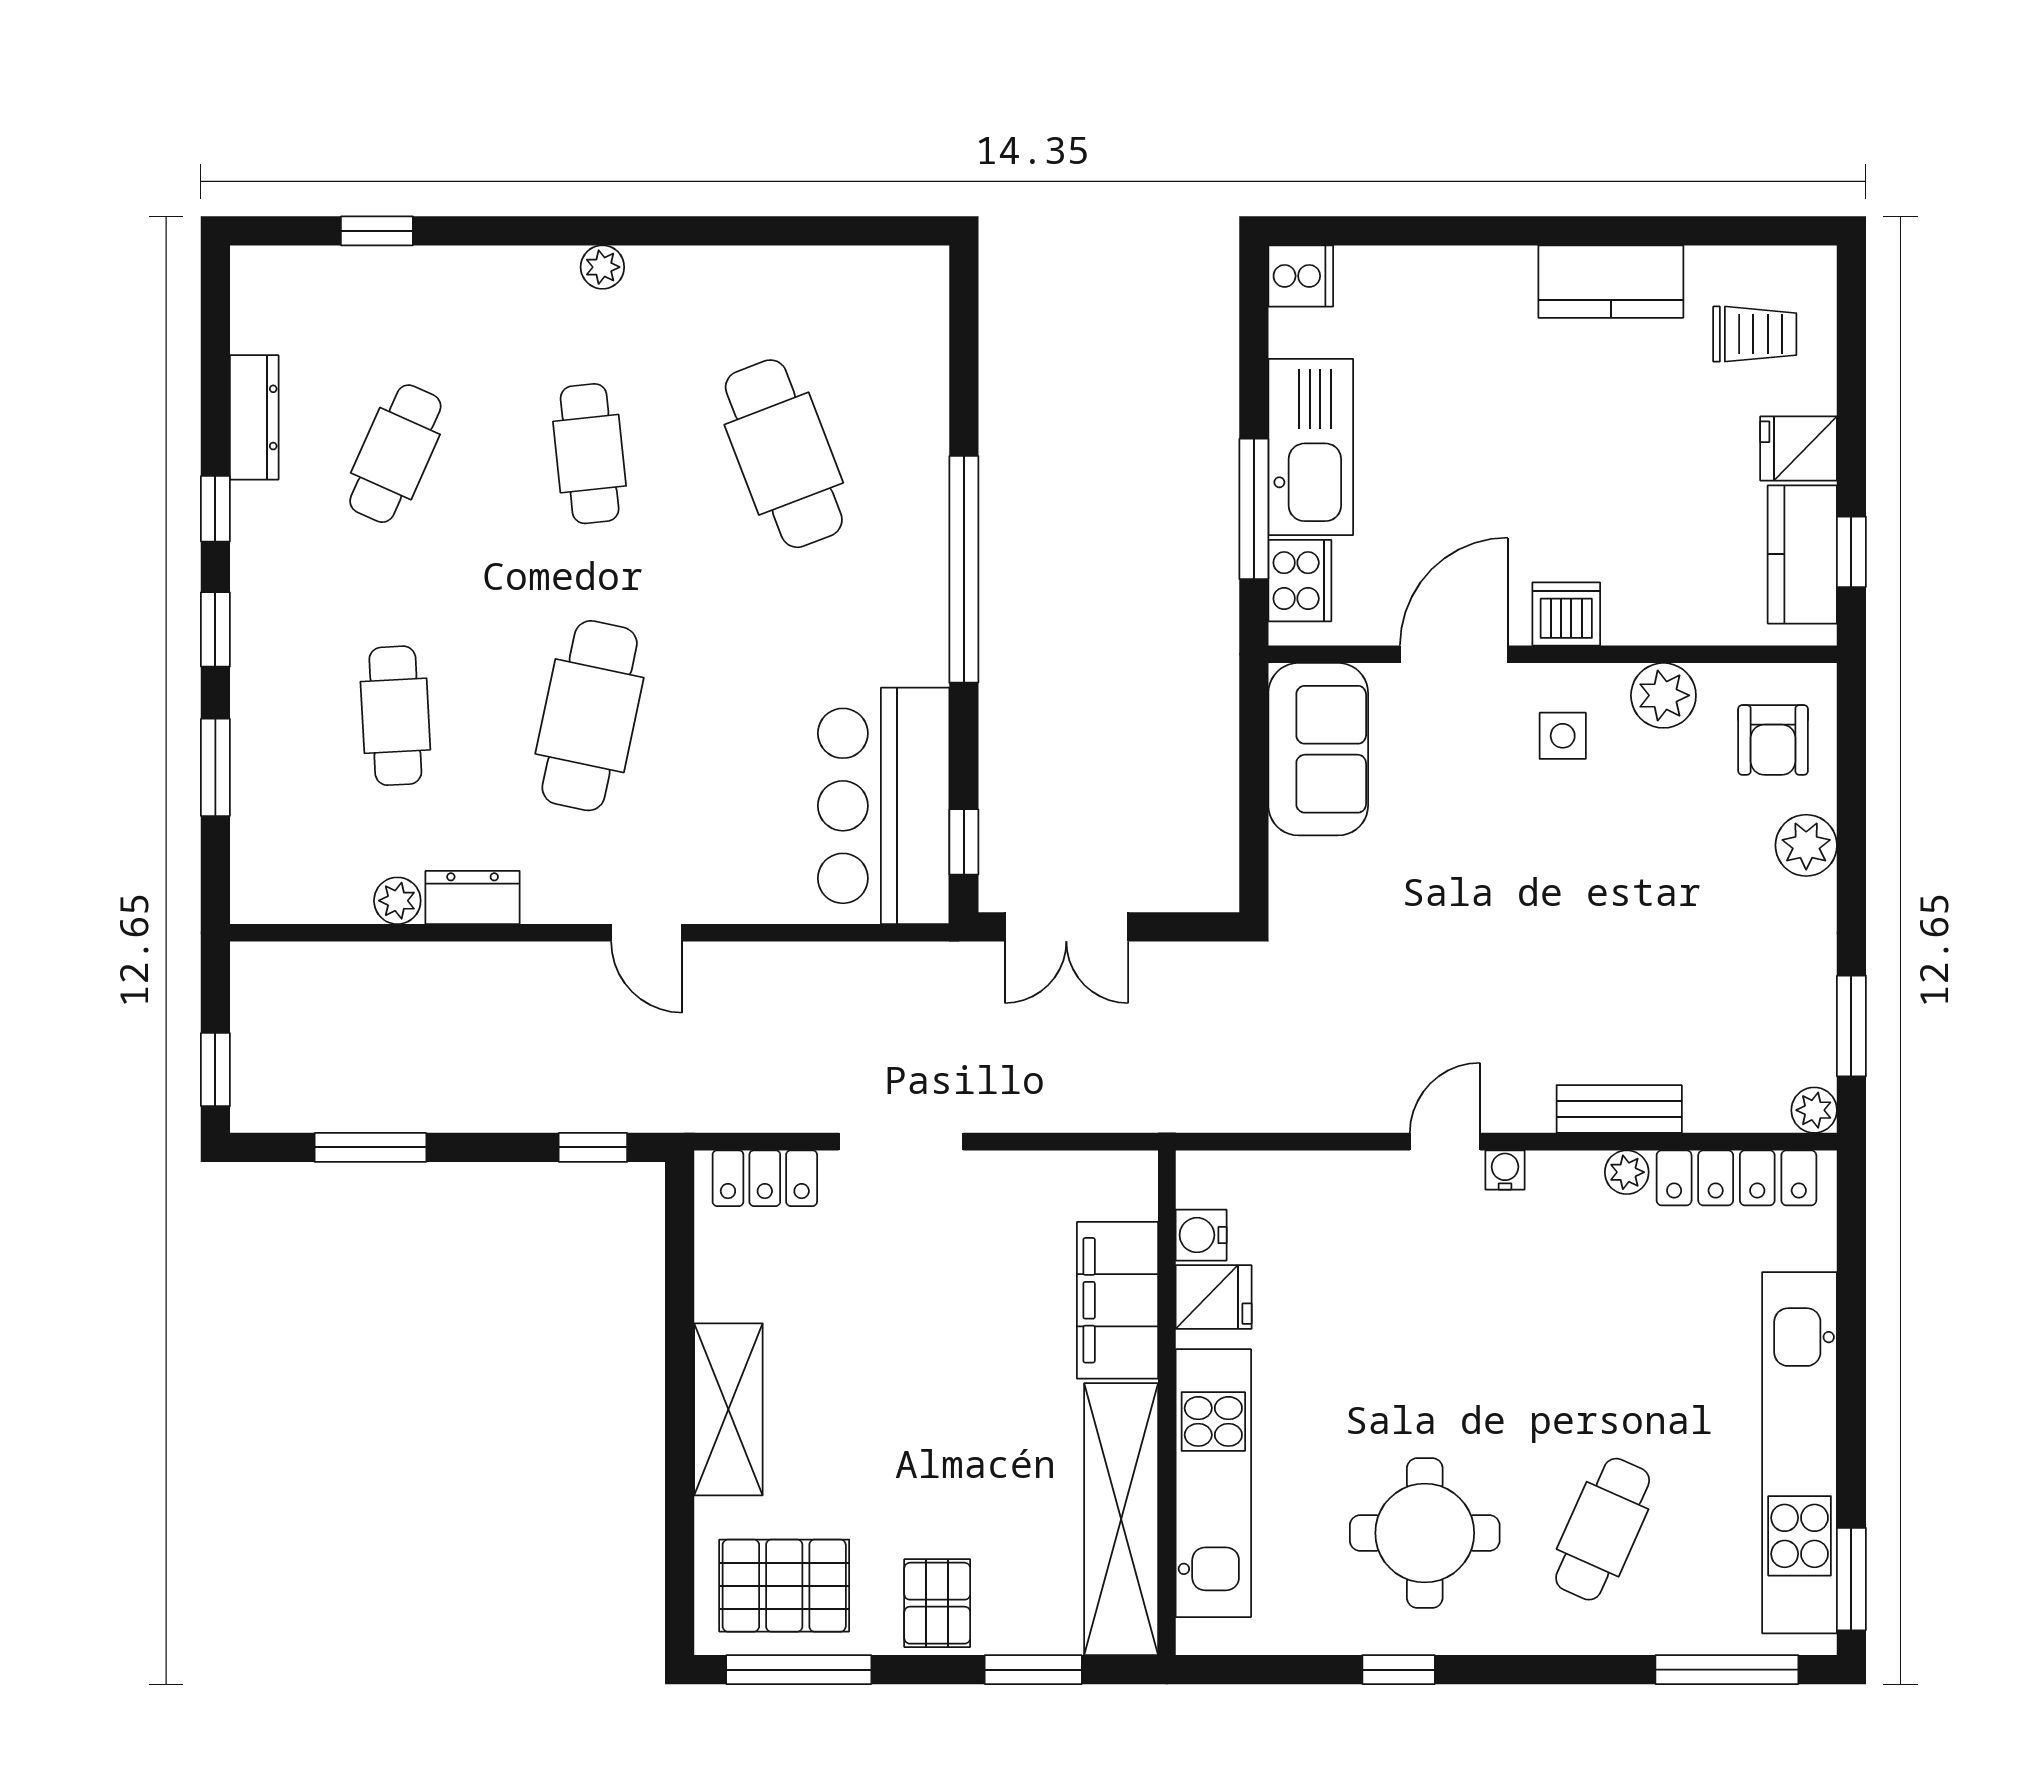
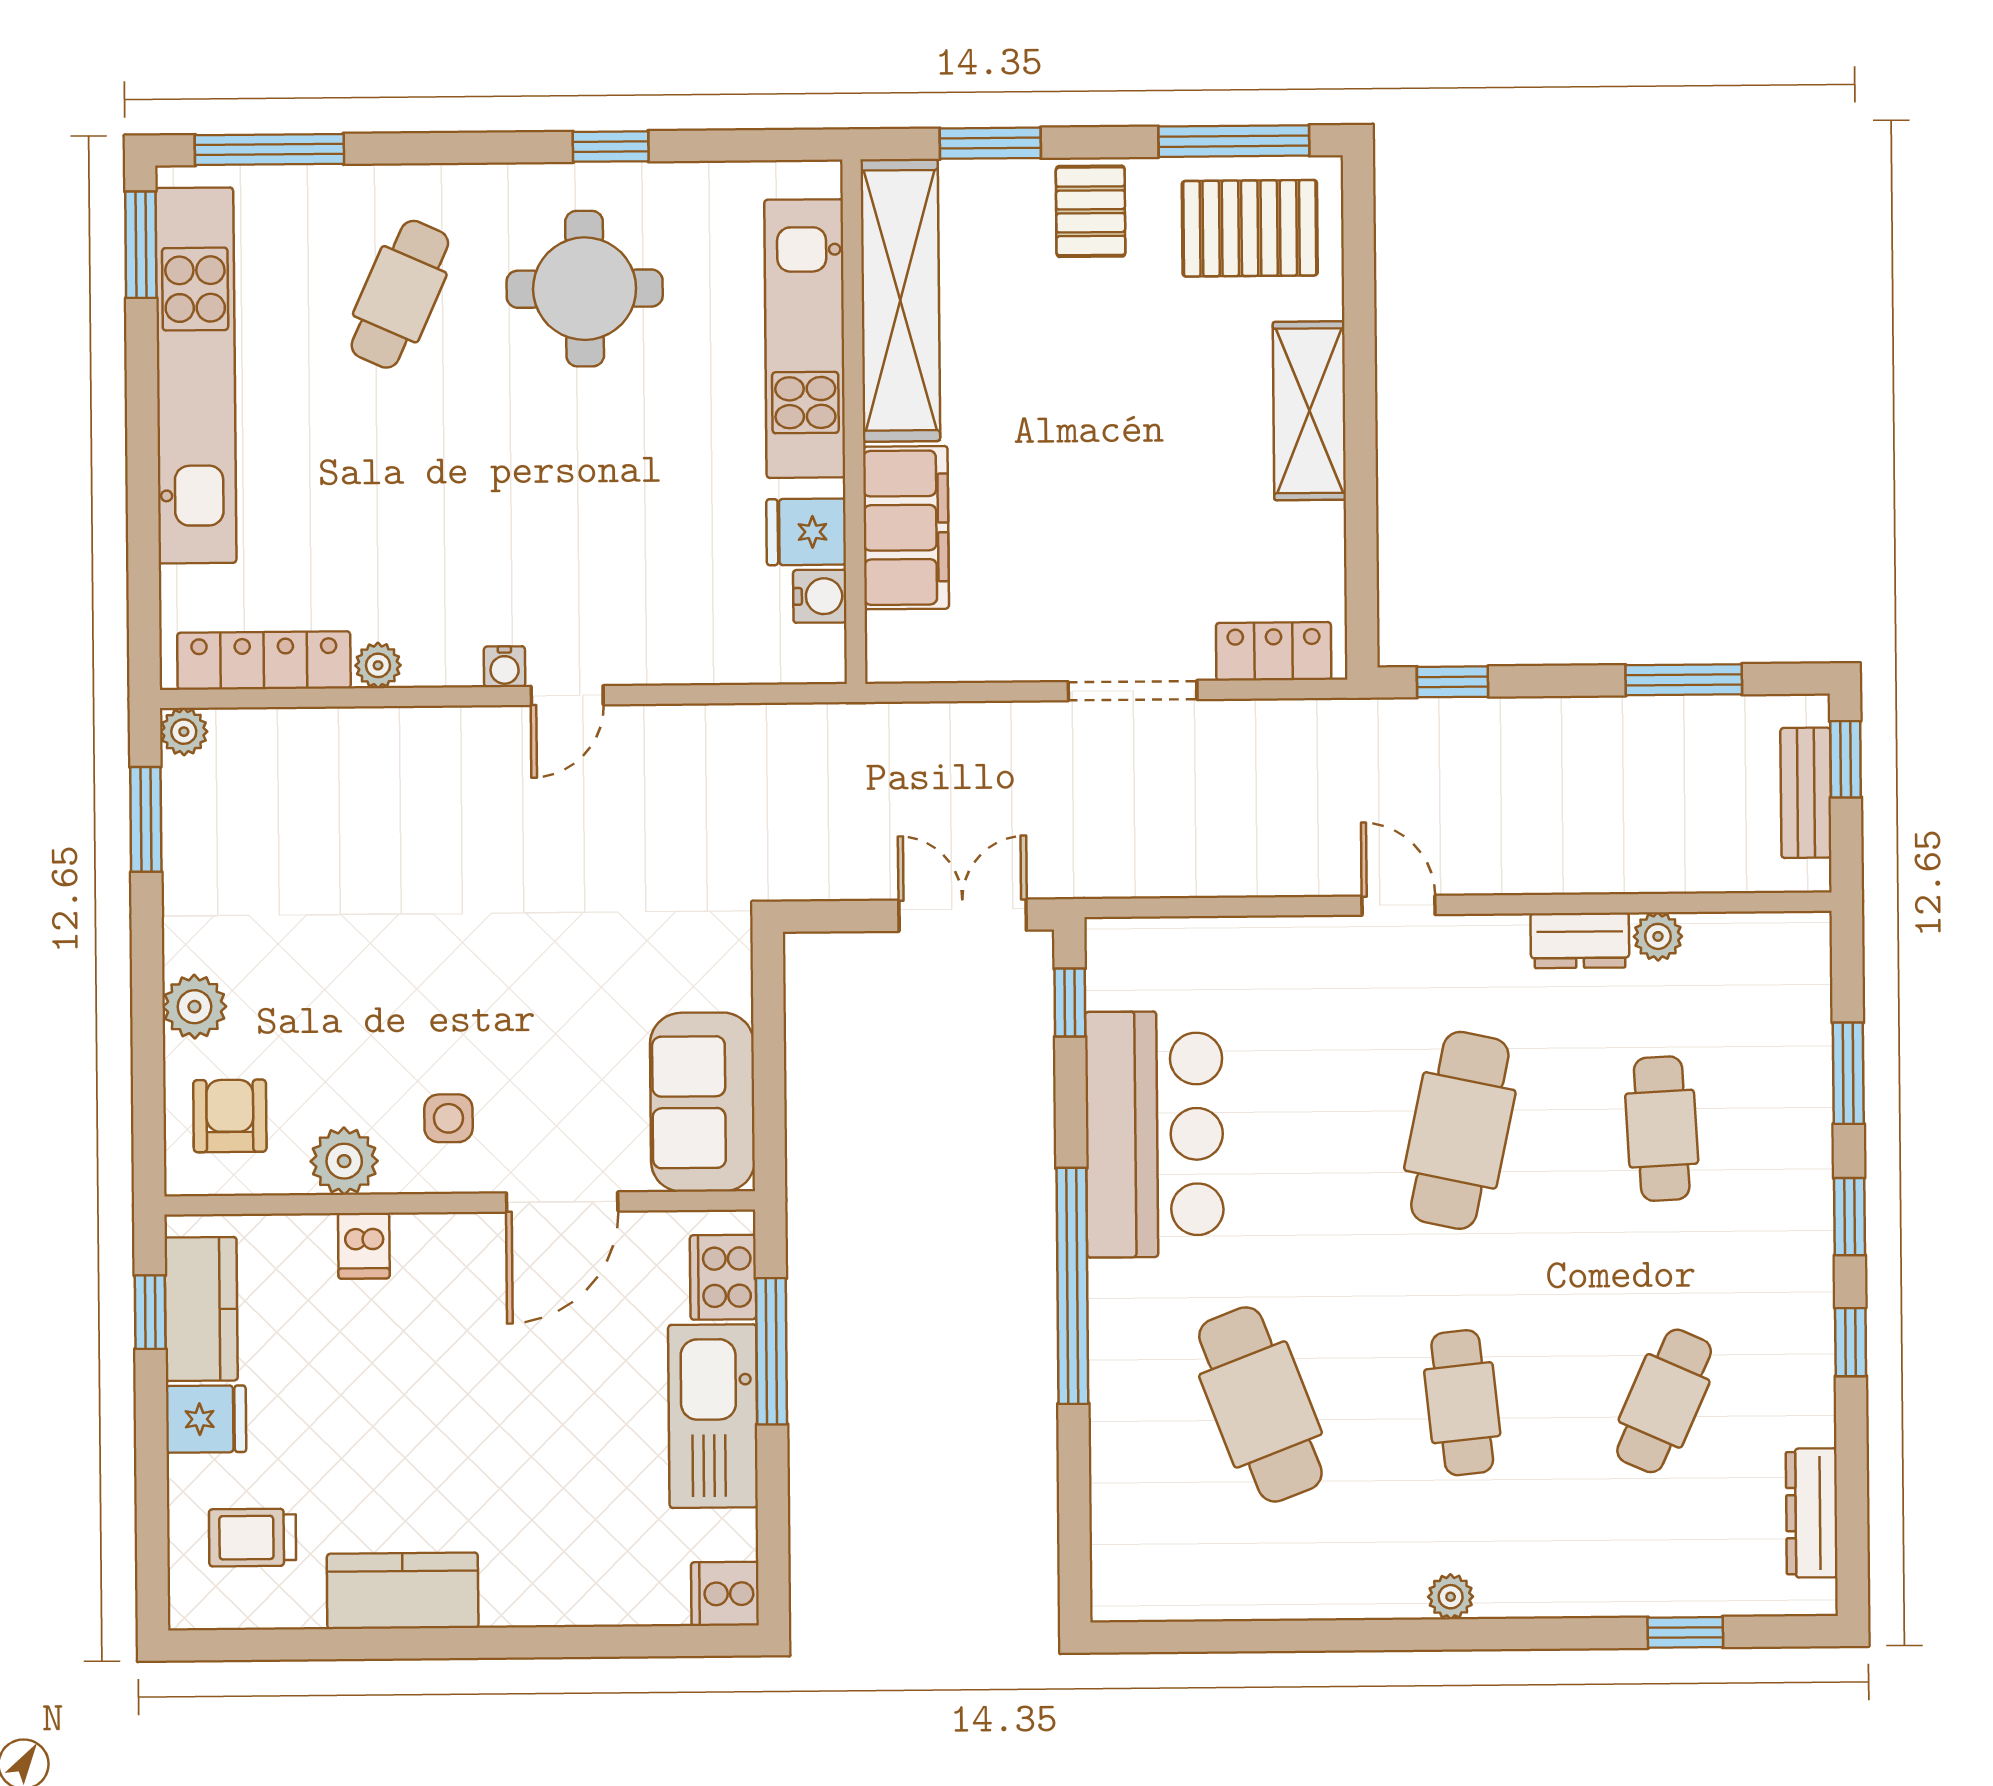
dresser: (254, 417) -> (1812, 1513), moved
dishwasher: (1566, 614) -> (364, 1246), moved, width x0.73
bar counter: (884, 806) -> (1154, 1134), moved
bench: (1619, 1109) -> (1806, 793), moved, turned 90

